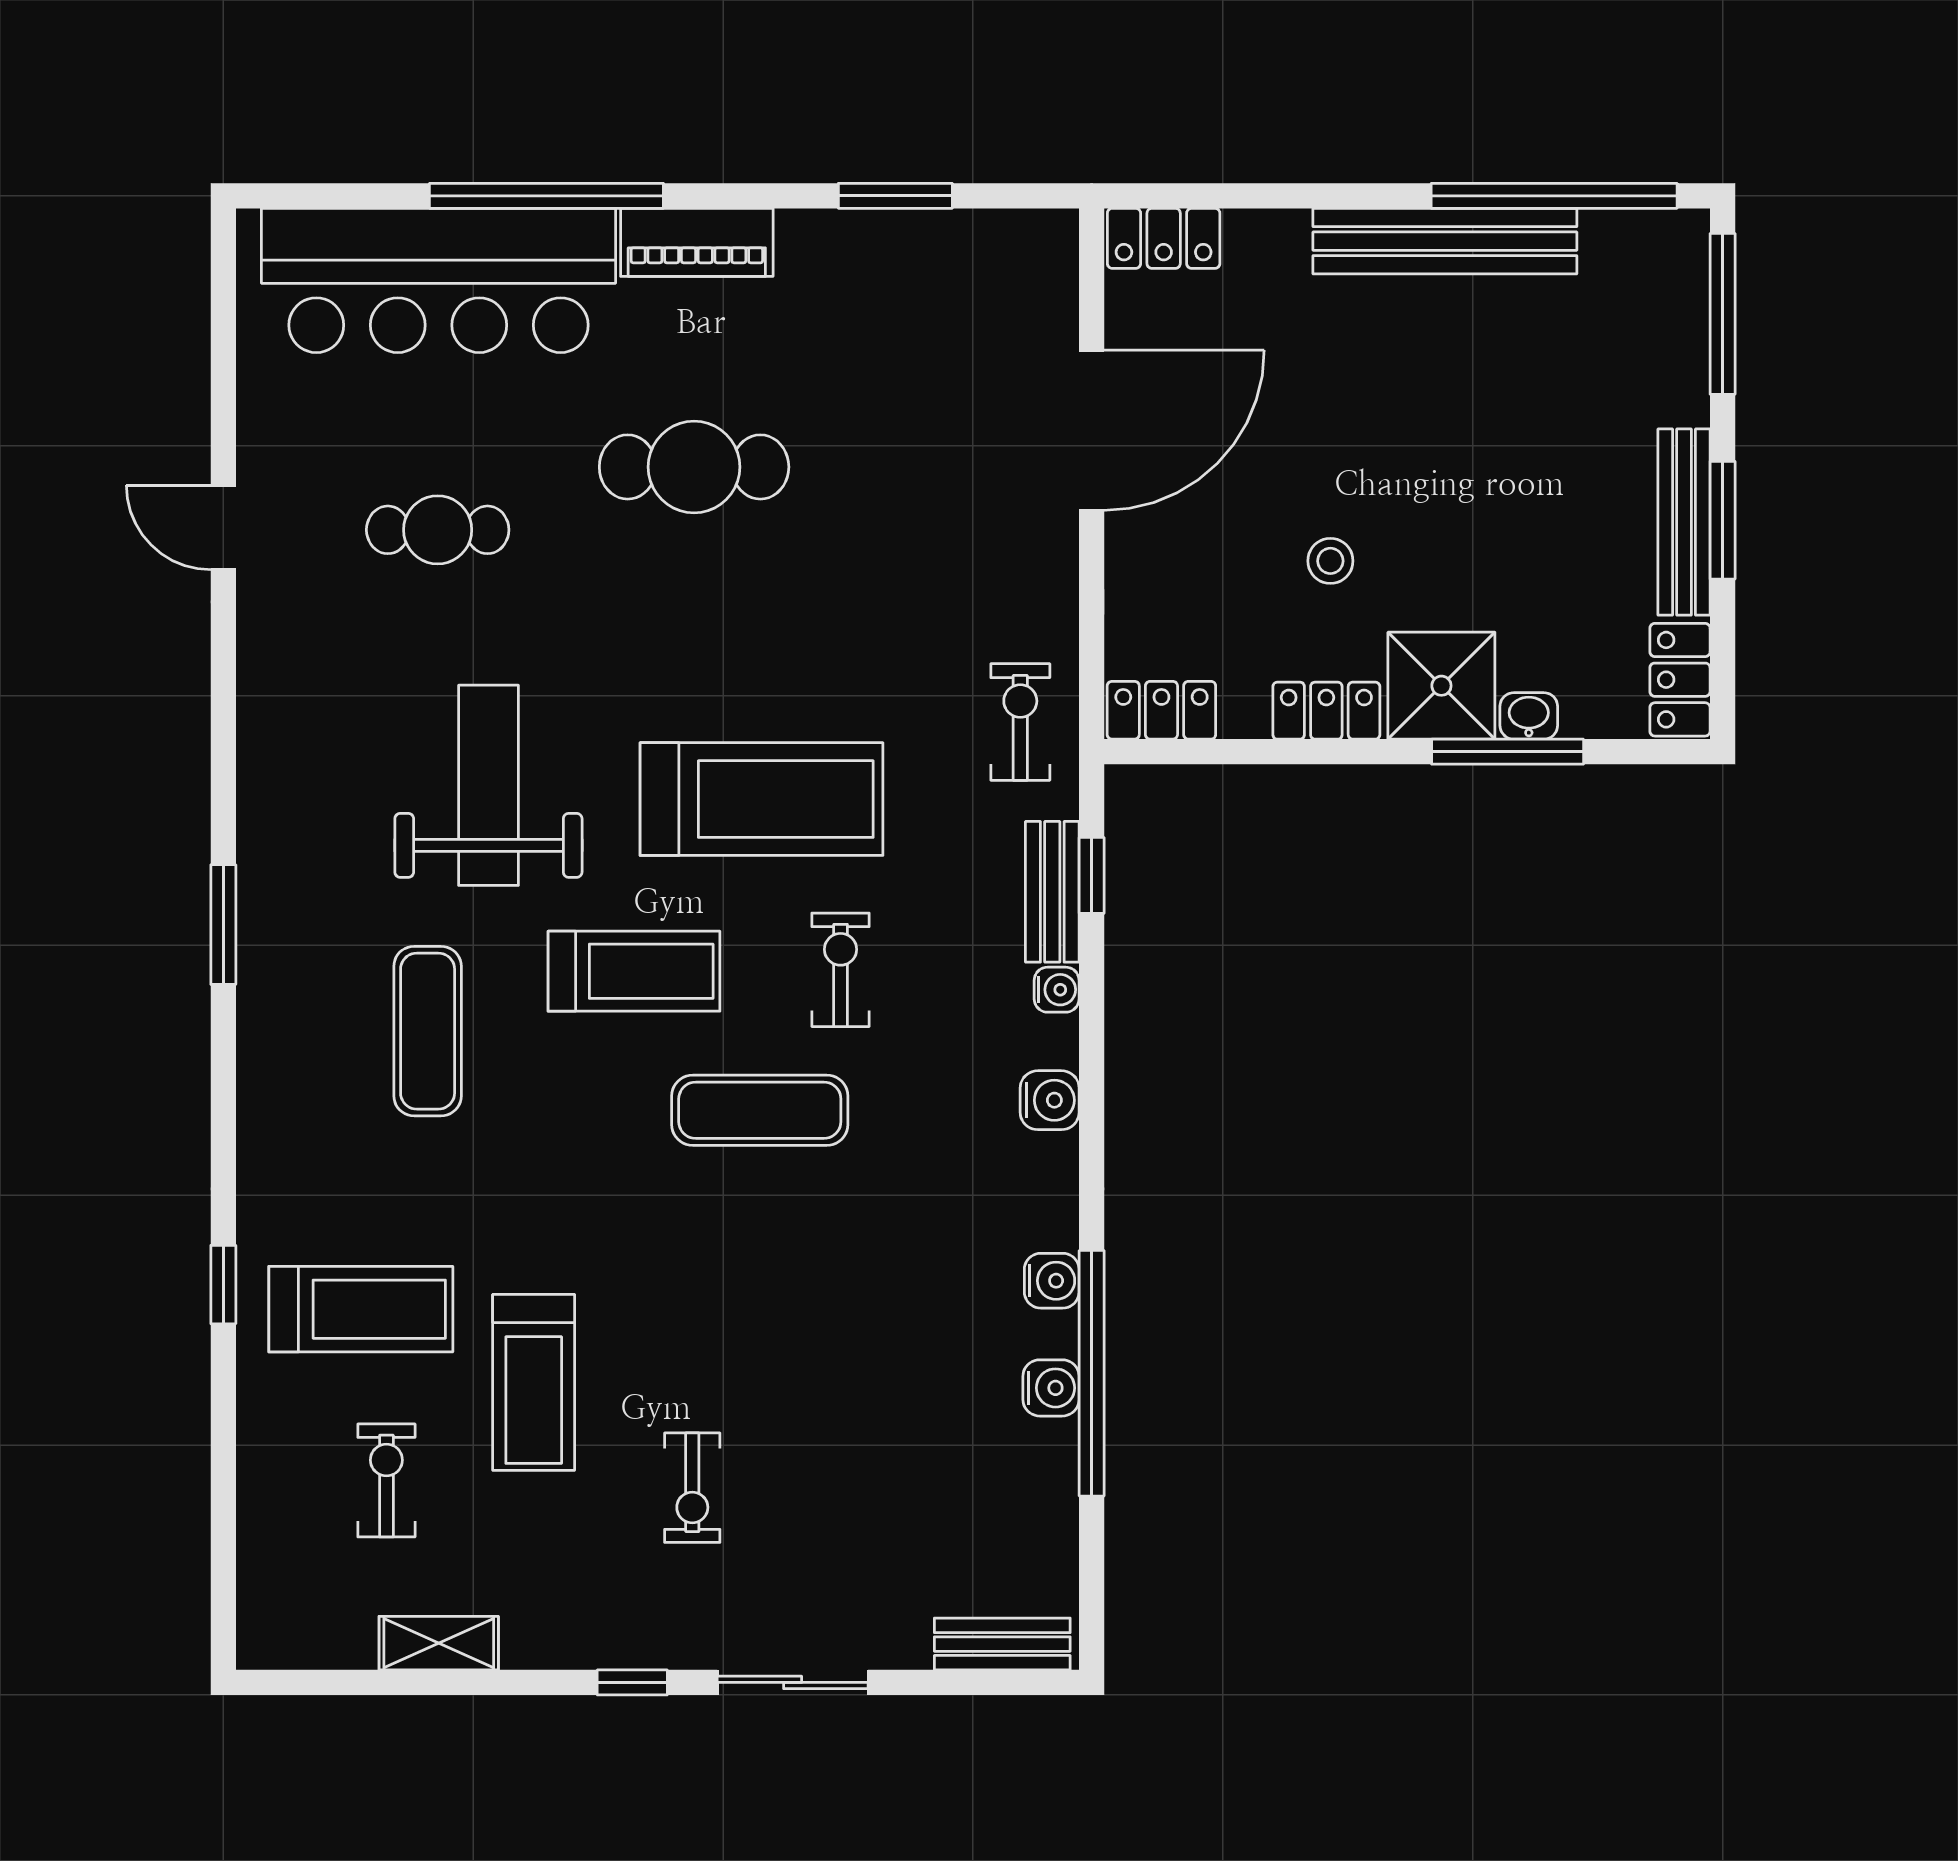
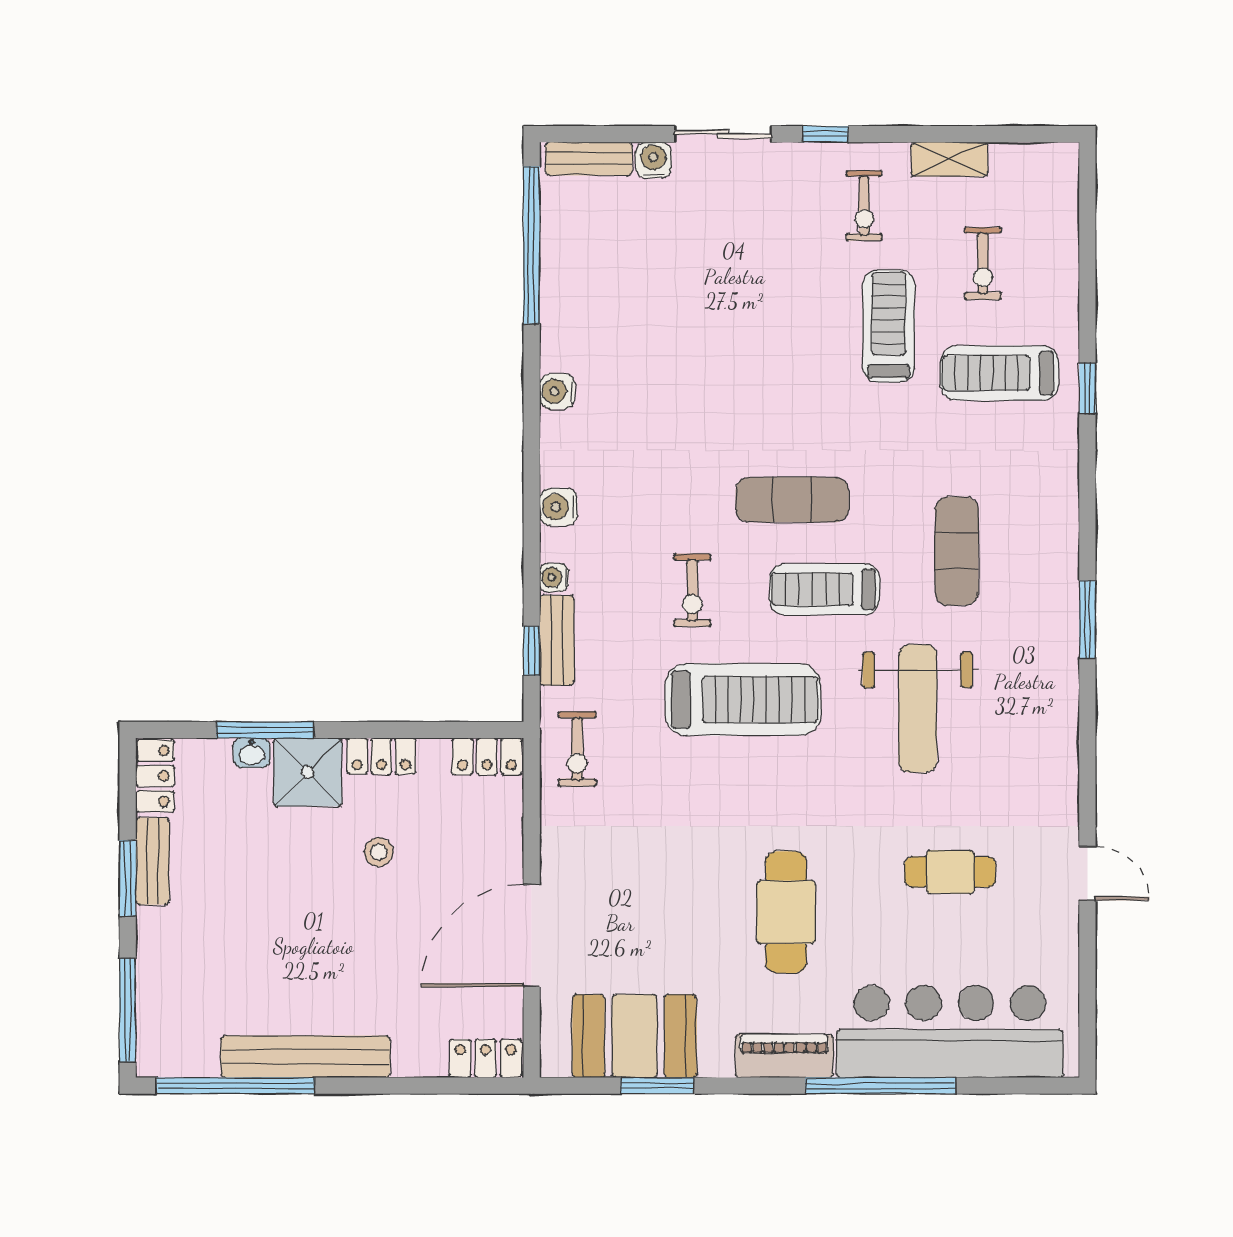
booth: (931, 273) -> (634, 1036), added
cafe table: (694, 467) -> (786, 912), turned 90
bench: (1684, 522) -> (152, 861), width x0.73
treadmill: (761, 799) -> (743, 700), turned 180
exercise mat: (760, 1110) -> (792, 500), moved
window: (1092, 1373) -> (532, 245), moved
water cooler: (1051, 1388) -> (653, 160), moved, turned 90
exercise bike: (692, 1488) -> (864, 206), moved, turned 180

